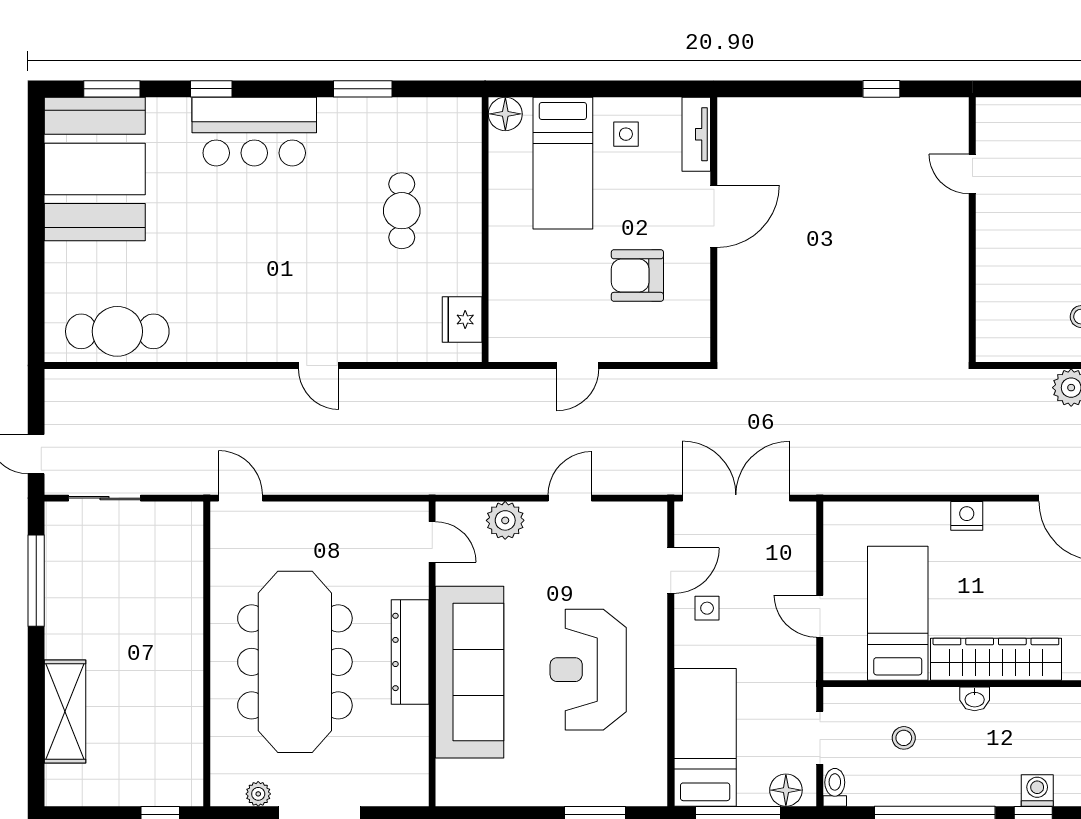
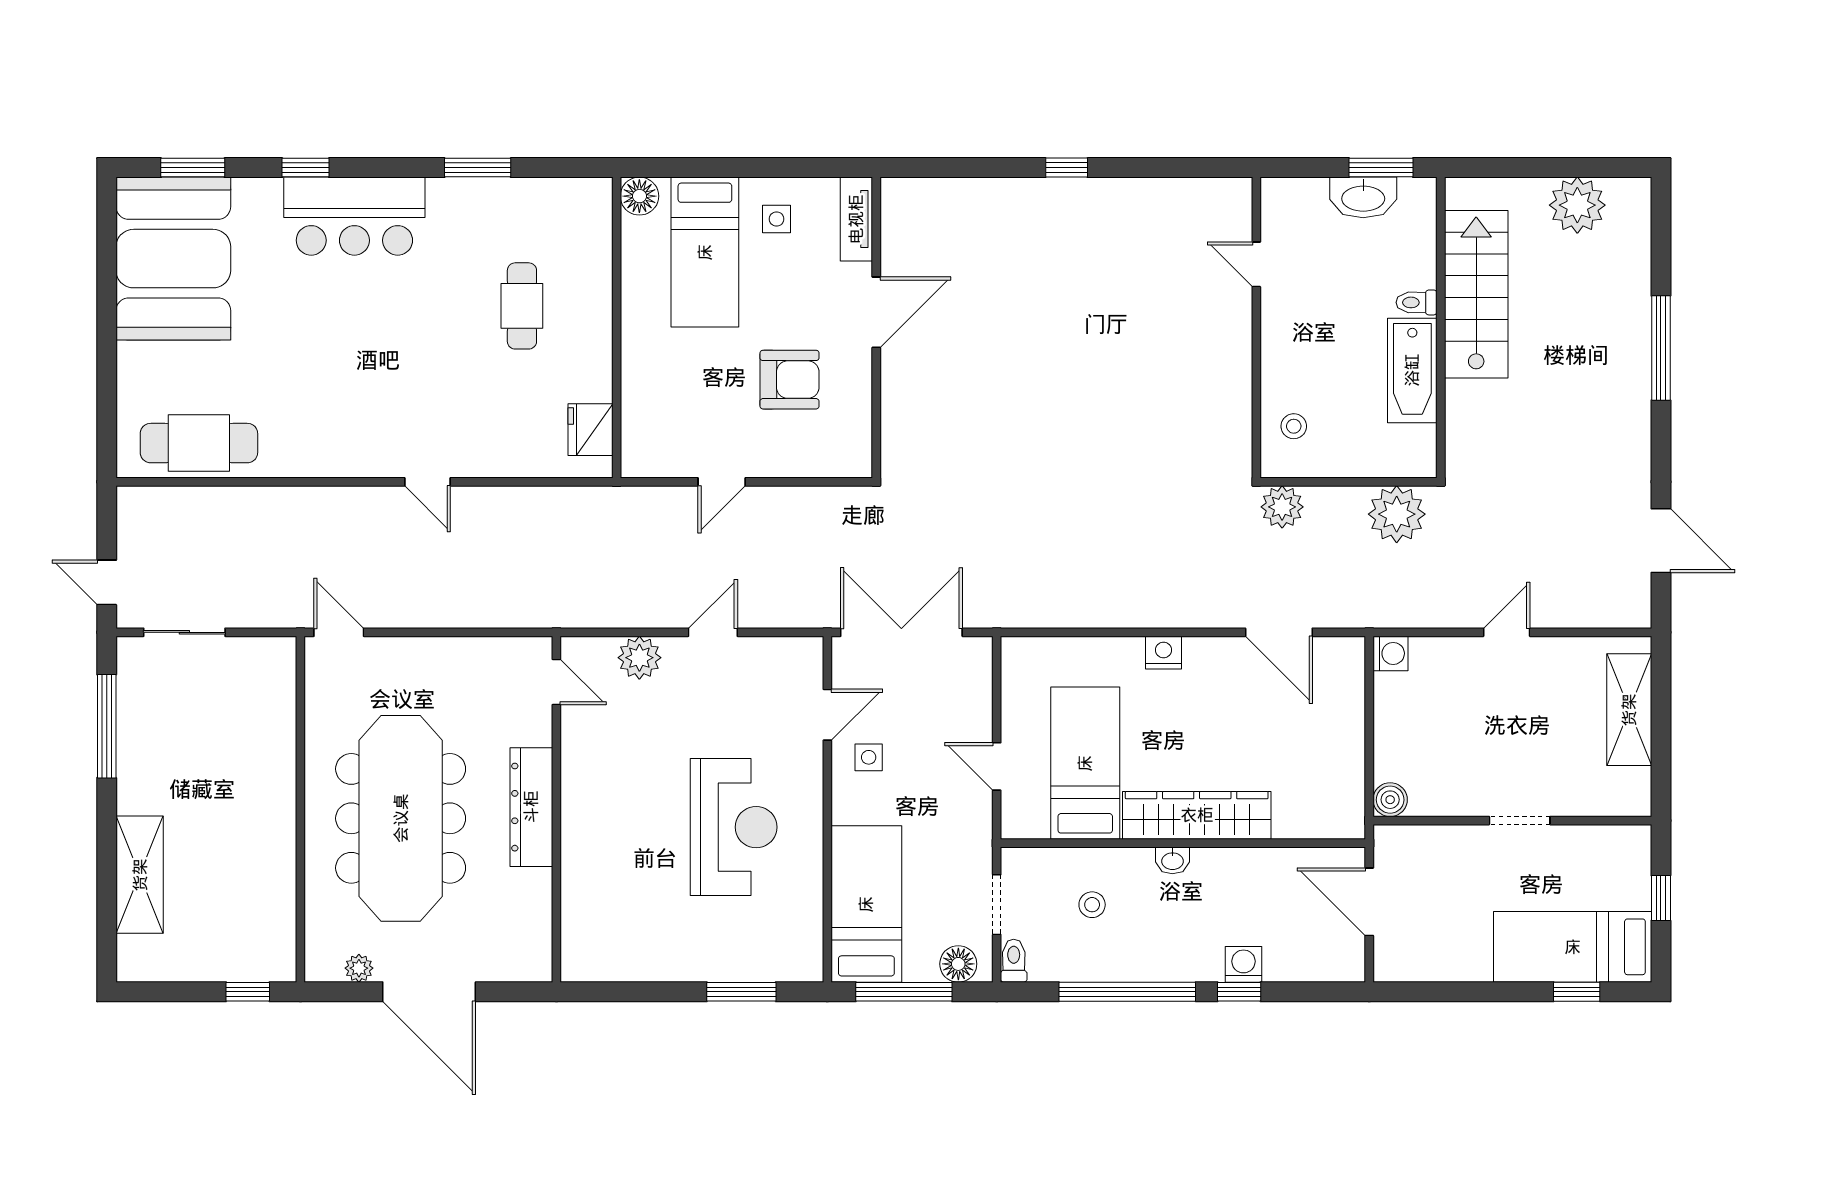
door: (972, 174) -> (1256, 264), moved
wall: (972, 230) -> (1256, 328), moved
armchair: (637, 276) -> (789, 380), turned 180
reception desk: (588, 670) -> (734, 827), turned 180
sofa: (470, 672) -> (599, 830), removed

